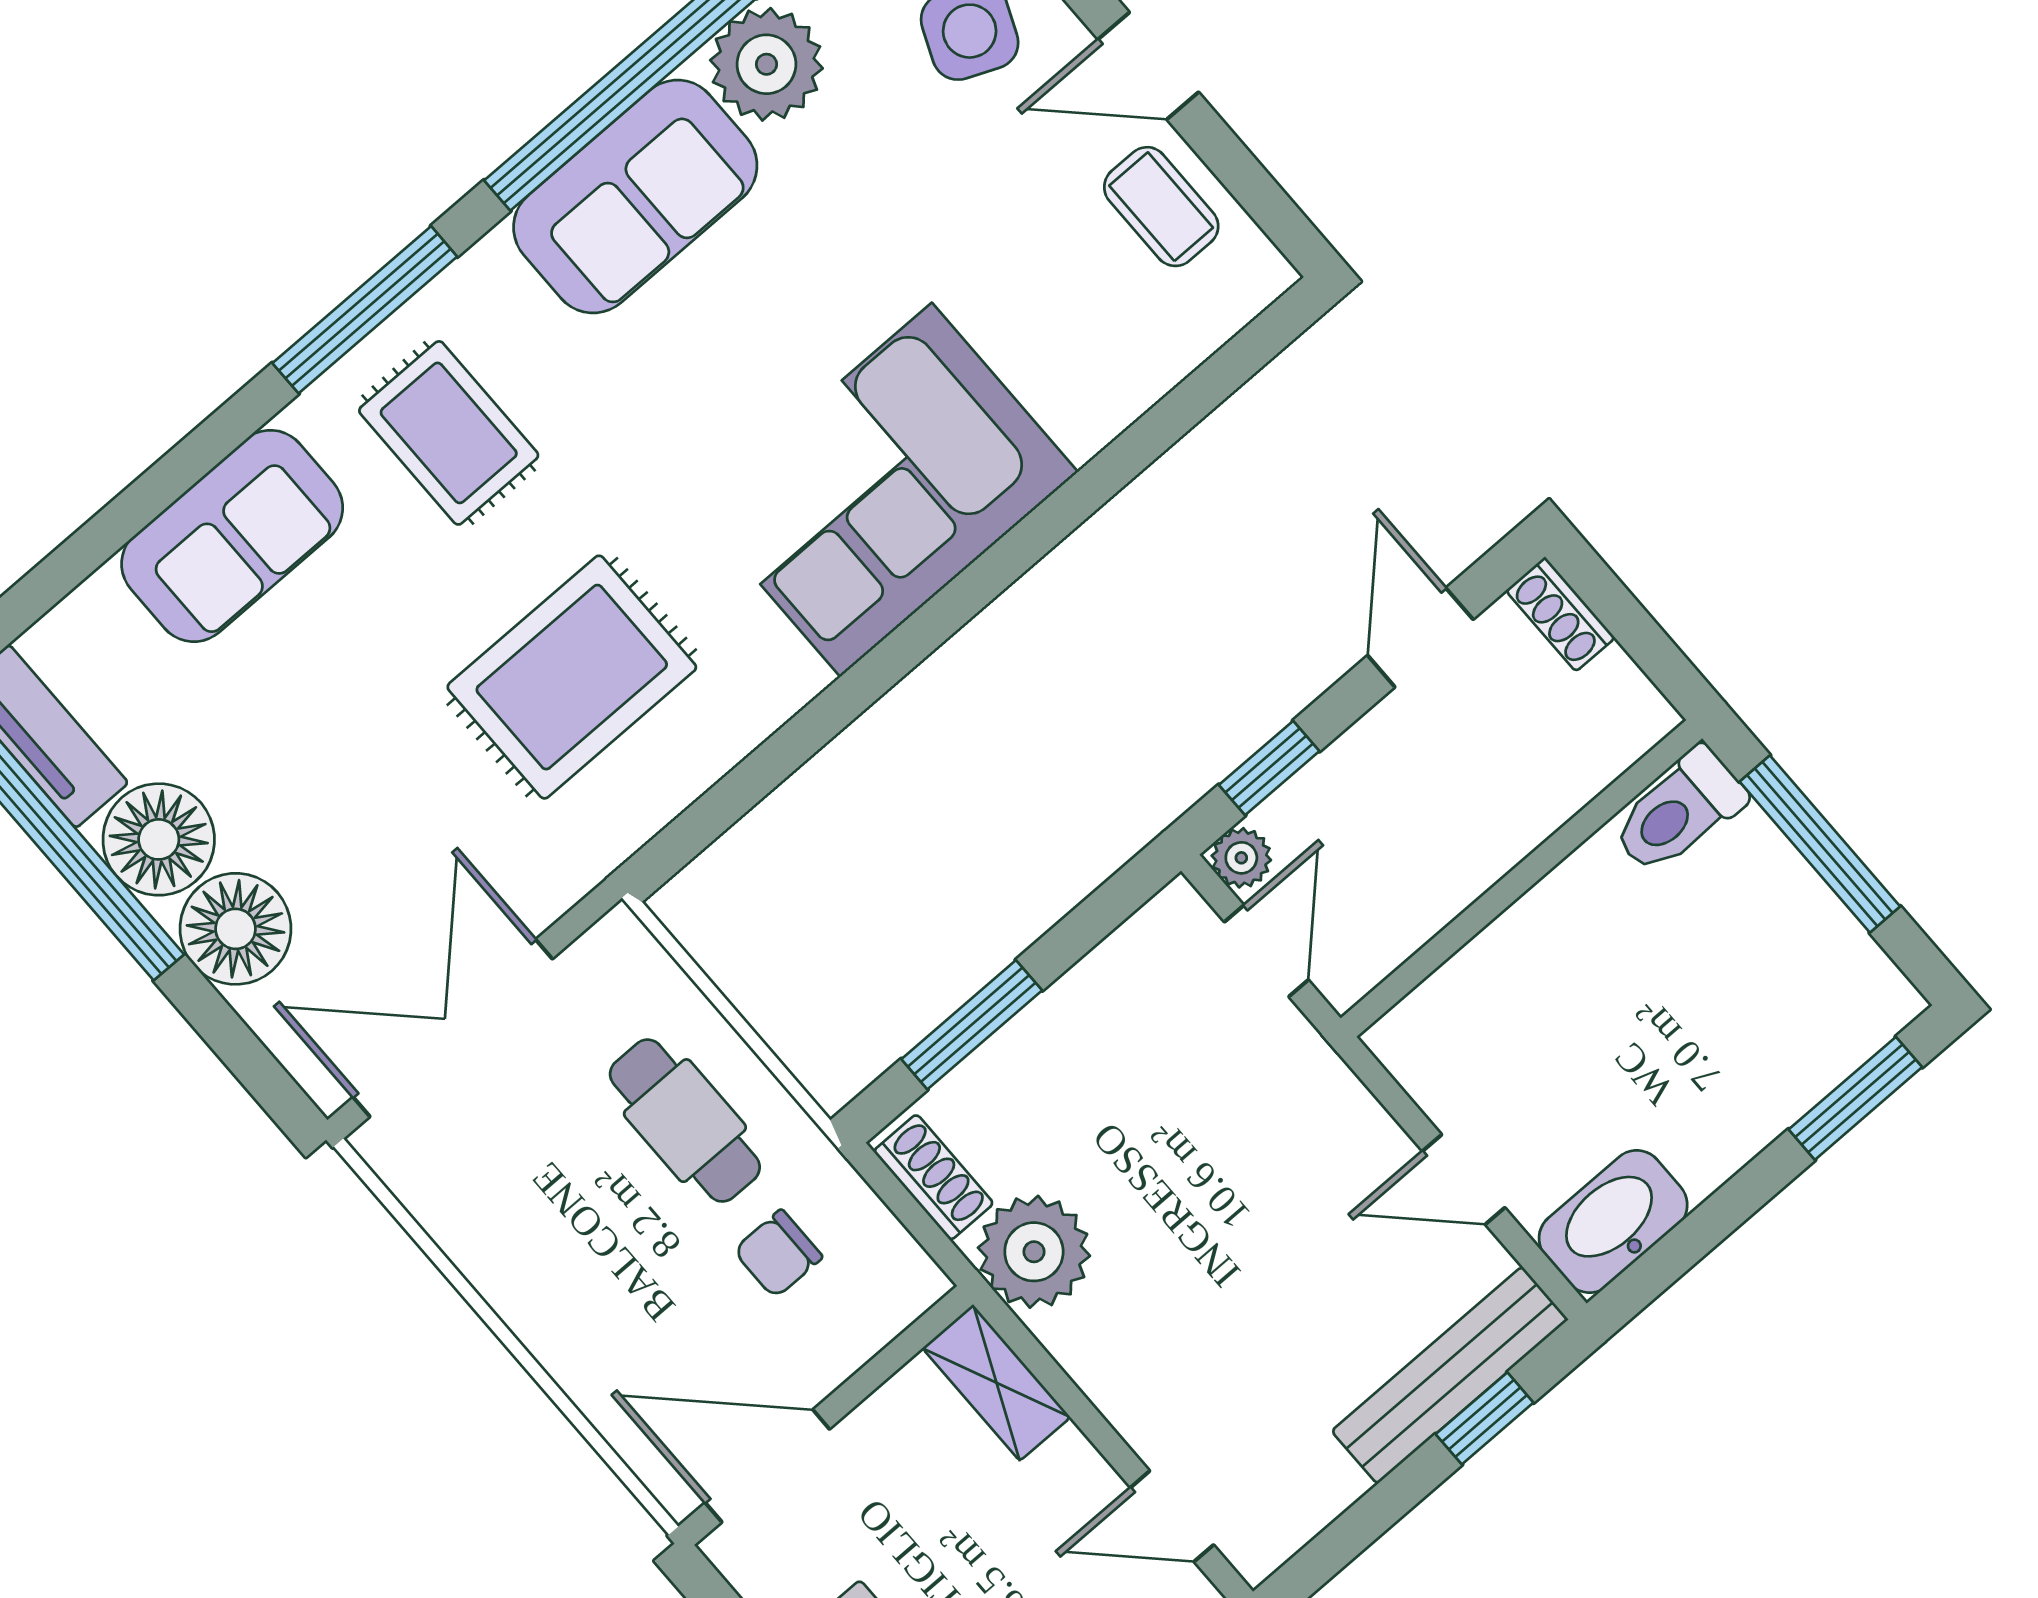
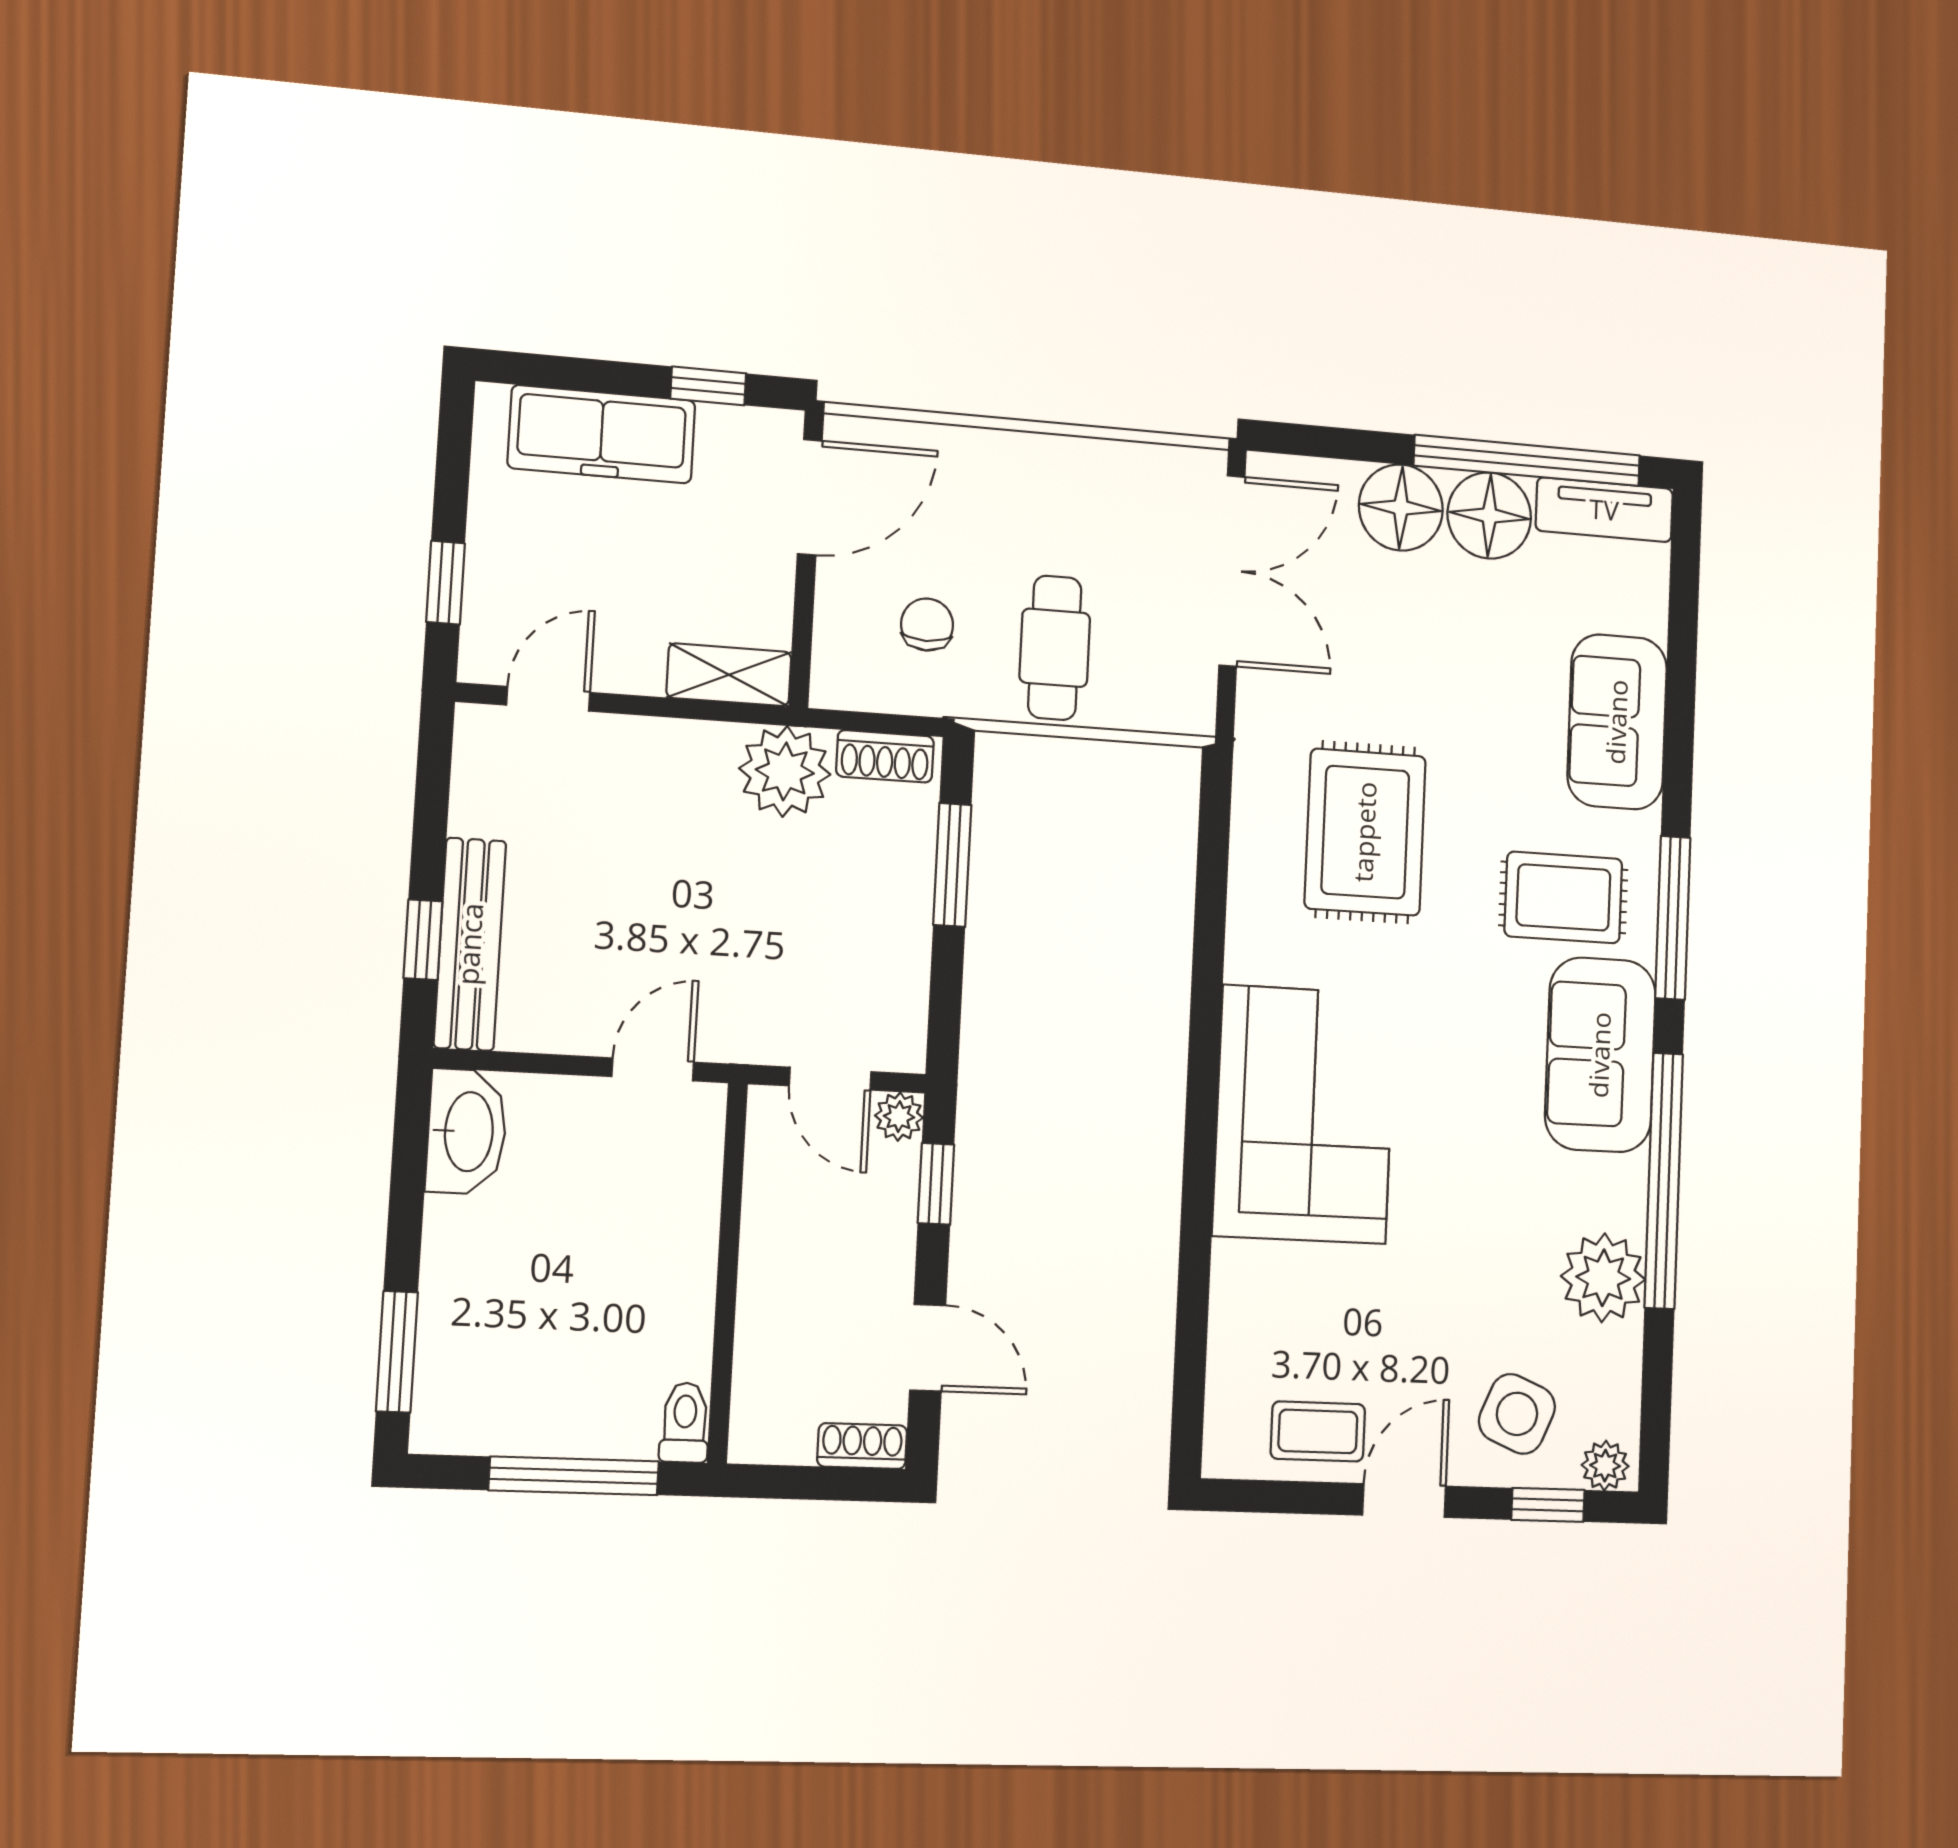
sofa: (635, 196) -> (1600, 1055), moved
toilet: (1679, 811) -> (685, 1423), width x0.73, depth x0.72
cafe table: (685, 1121) -> (1055, 648), turned 90
door: (1464, 1179) -> (653, 1069), moved

